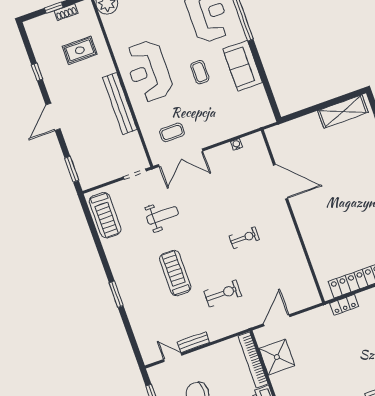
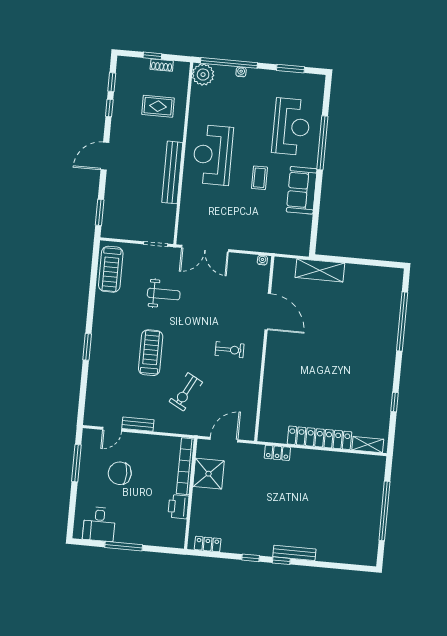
window: (28, 48) -> (112, 82), added
shelving: (343, 112) -> (320, 270), moved
coffee table: (172, 132) -> (208, 222), removed
door: (281, 182) -> (268, 312), moved
wall: (293, 216) -> (264, 349), moved
exercise bike: (223, 293) -> (186, 392), turned 118
locker: (344, 305) -> (277, 453), moved
door: (173, 357) -> (112, 429), swing flipped

